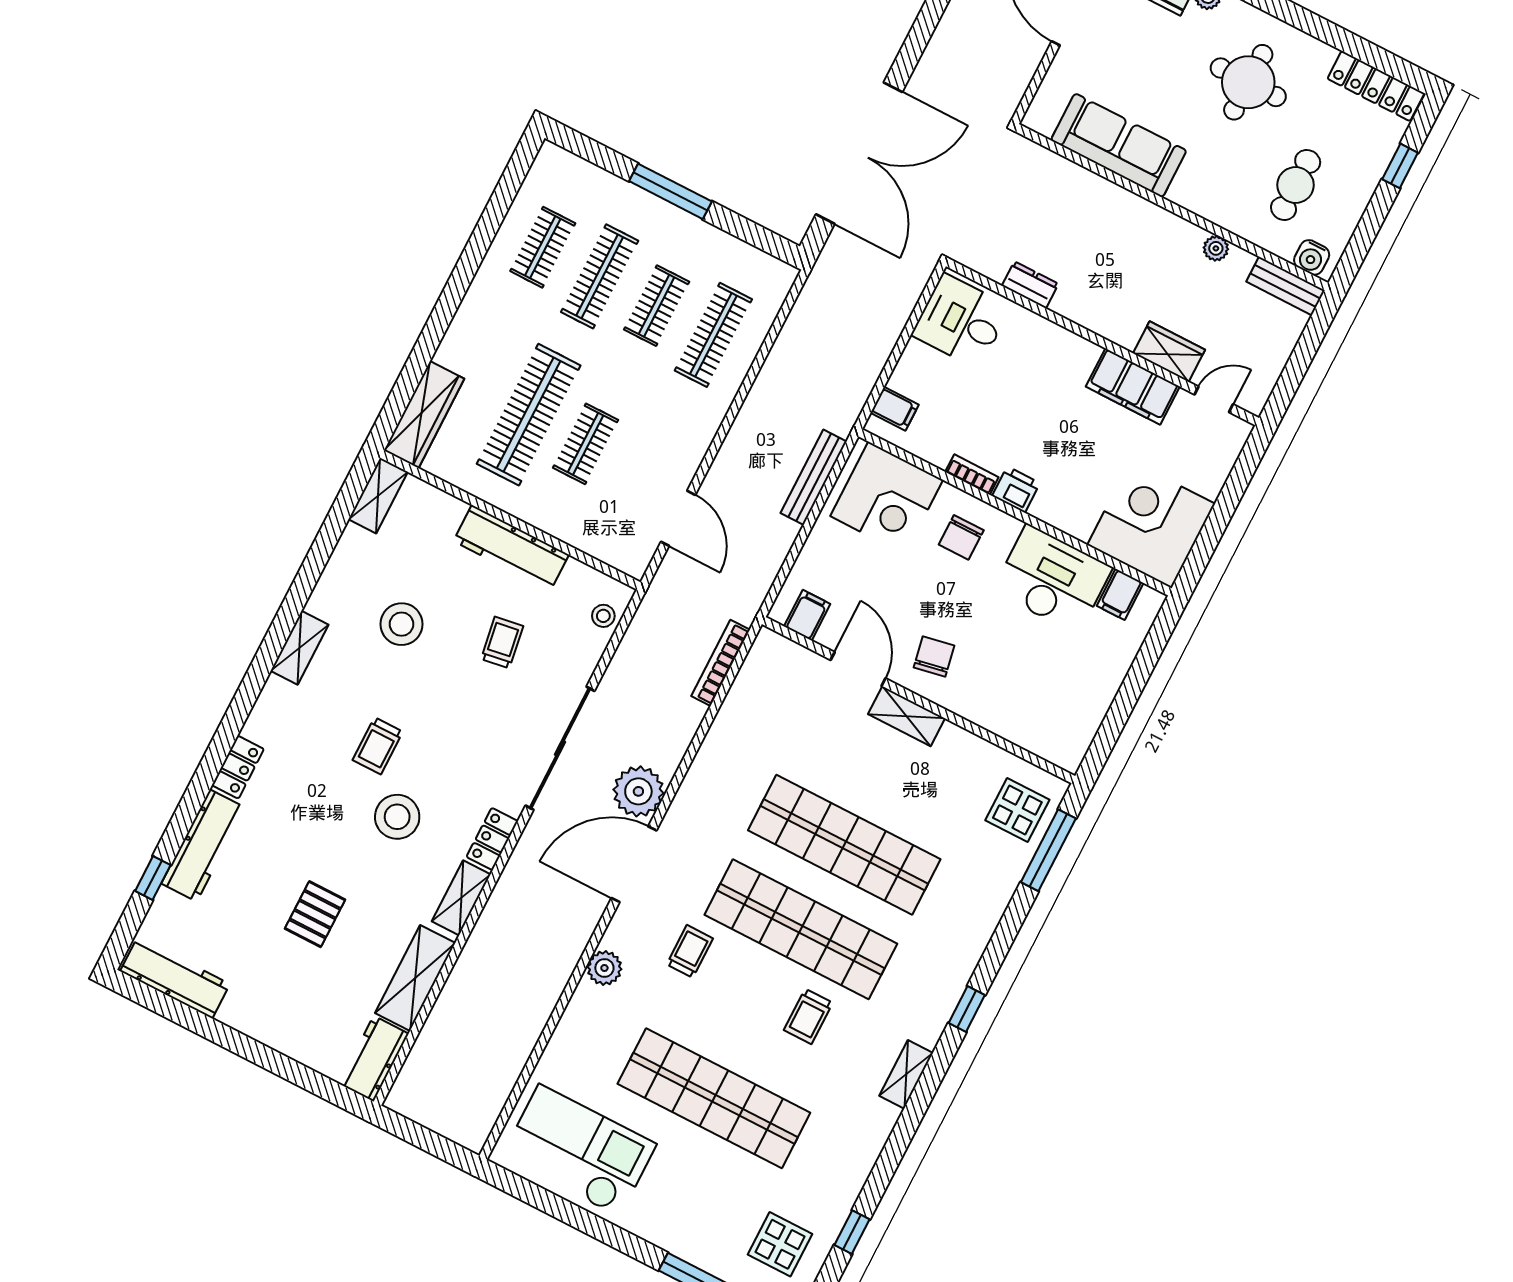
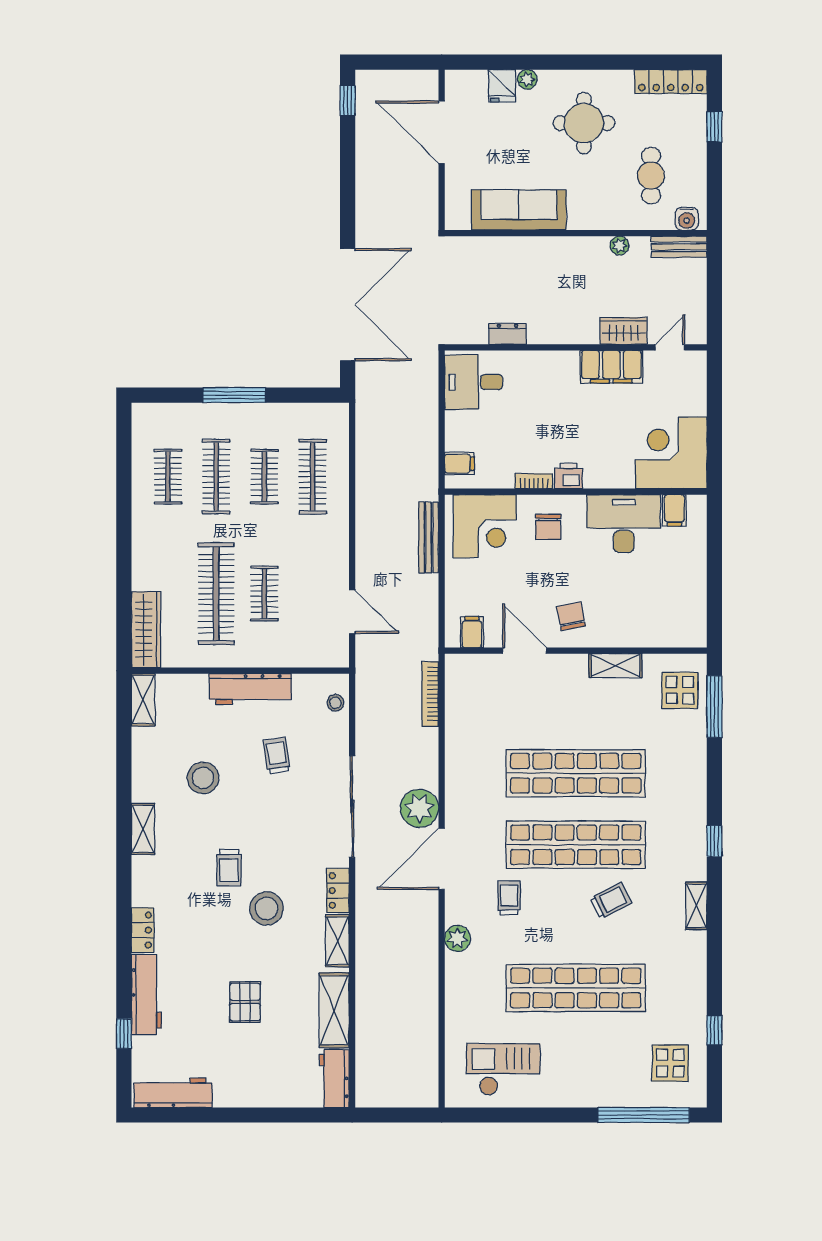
shelving: (907, 716) -> (615, 666), moved
trolley: (808, 1016) -> (611, 901), turned -117
checkout: (579, 1150) -> (503, 1069), width x0.73, depth x0.83

